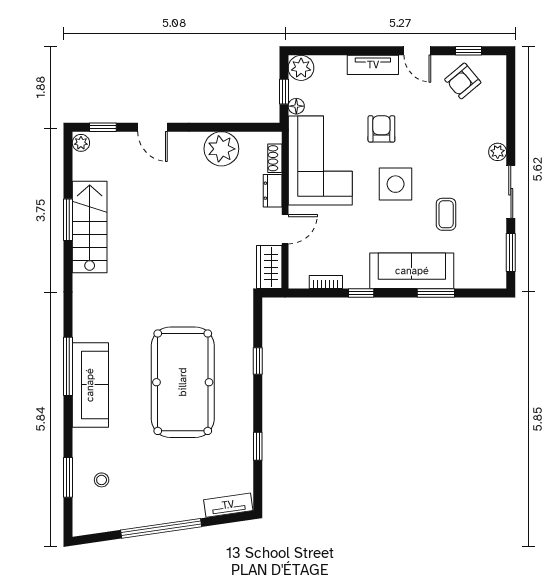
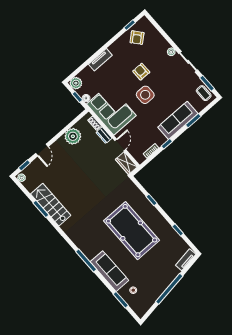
door: (417, 51) -> (112, 41), removed
door: (152, 127) -> (42, 150), hinge flipped
armchair: (381, 129) -> (141, 72), moved
coffee table: (446, 214) -> (204, 93), moved
sofa: (90, 385) -> (109, 271), moved

